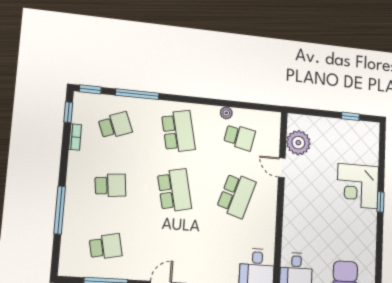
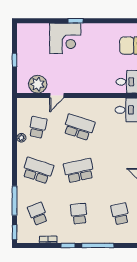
window: (68, 112) -> (68, 245), moved
window: (350, 116) -> (15, 60), moved
school desk: (178, 131) -> (38, 171), turned 30

